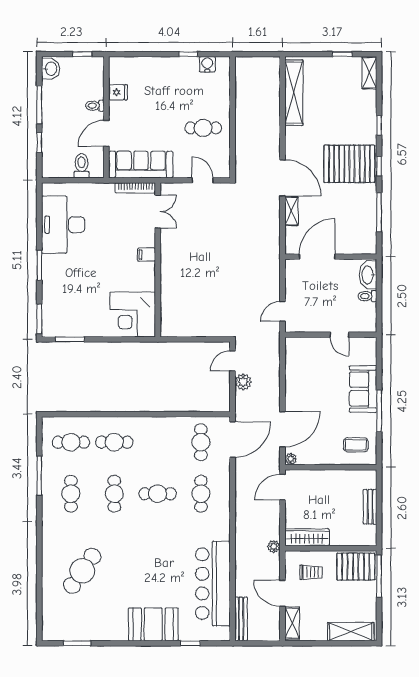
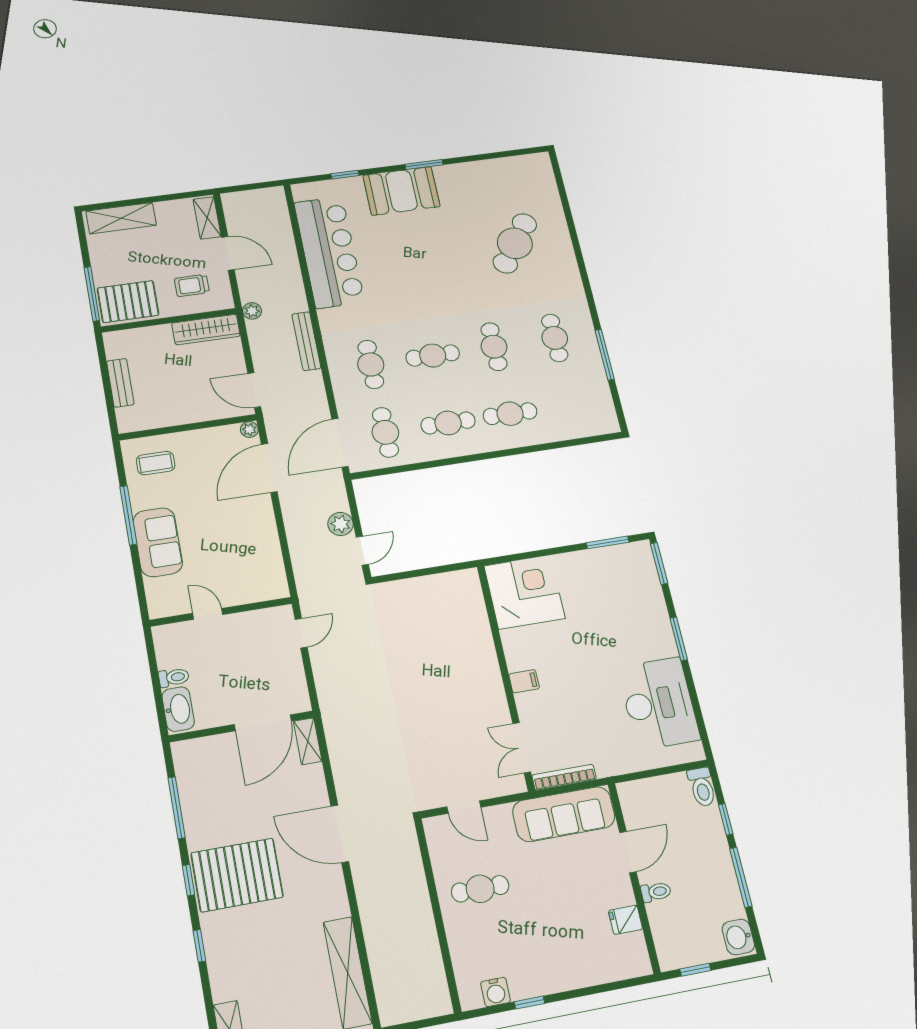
toilet: (82, 166) -> (702, 787), moved
shelving: (291, 211) -> (308, 741), moved
cafe table: (71, 442) -> (448, 423), moved
door: (282, 487) -> (254, 390), swing flipped
bench: (241, 619) -> (306, 341), moved
window: (77, 643) -> (424, 164), moved

